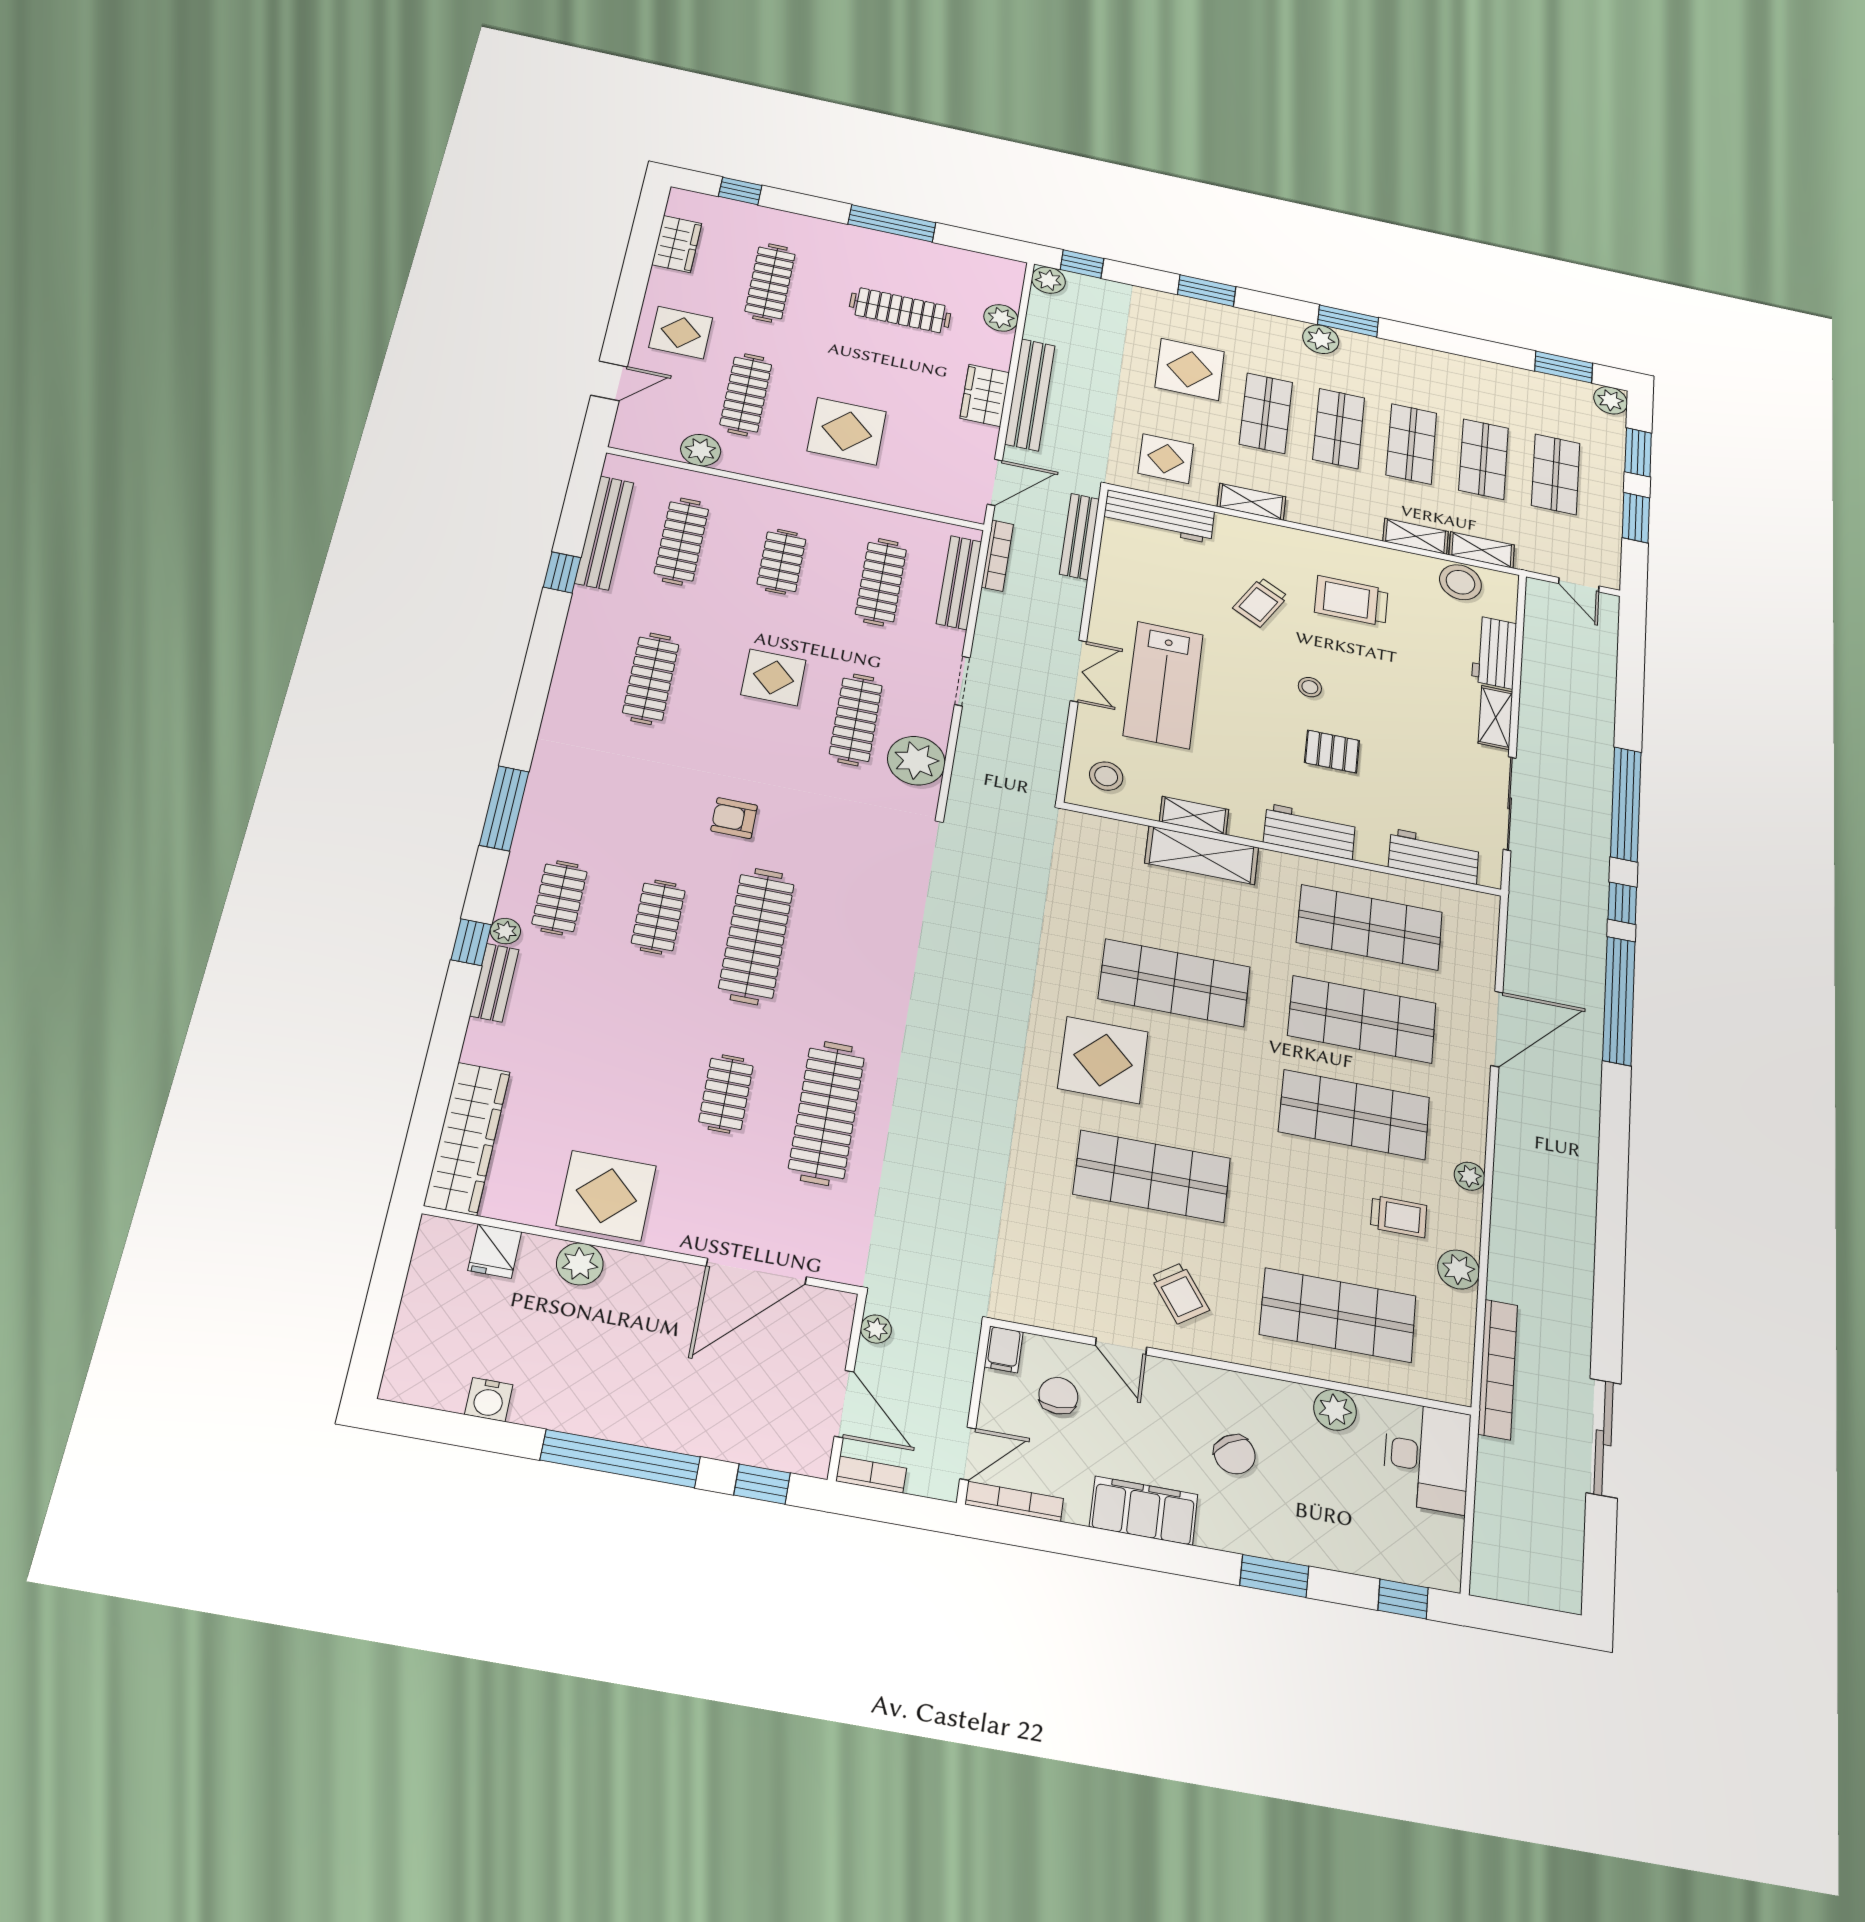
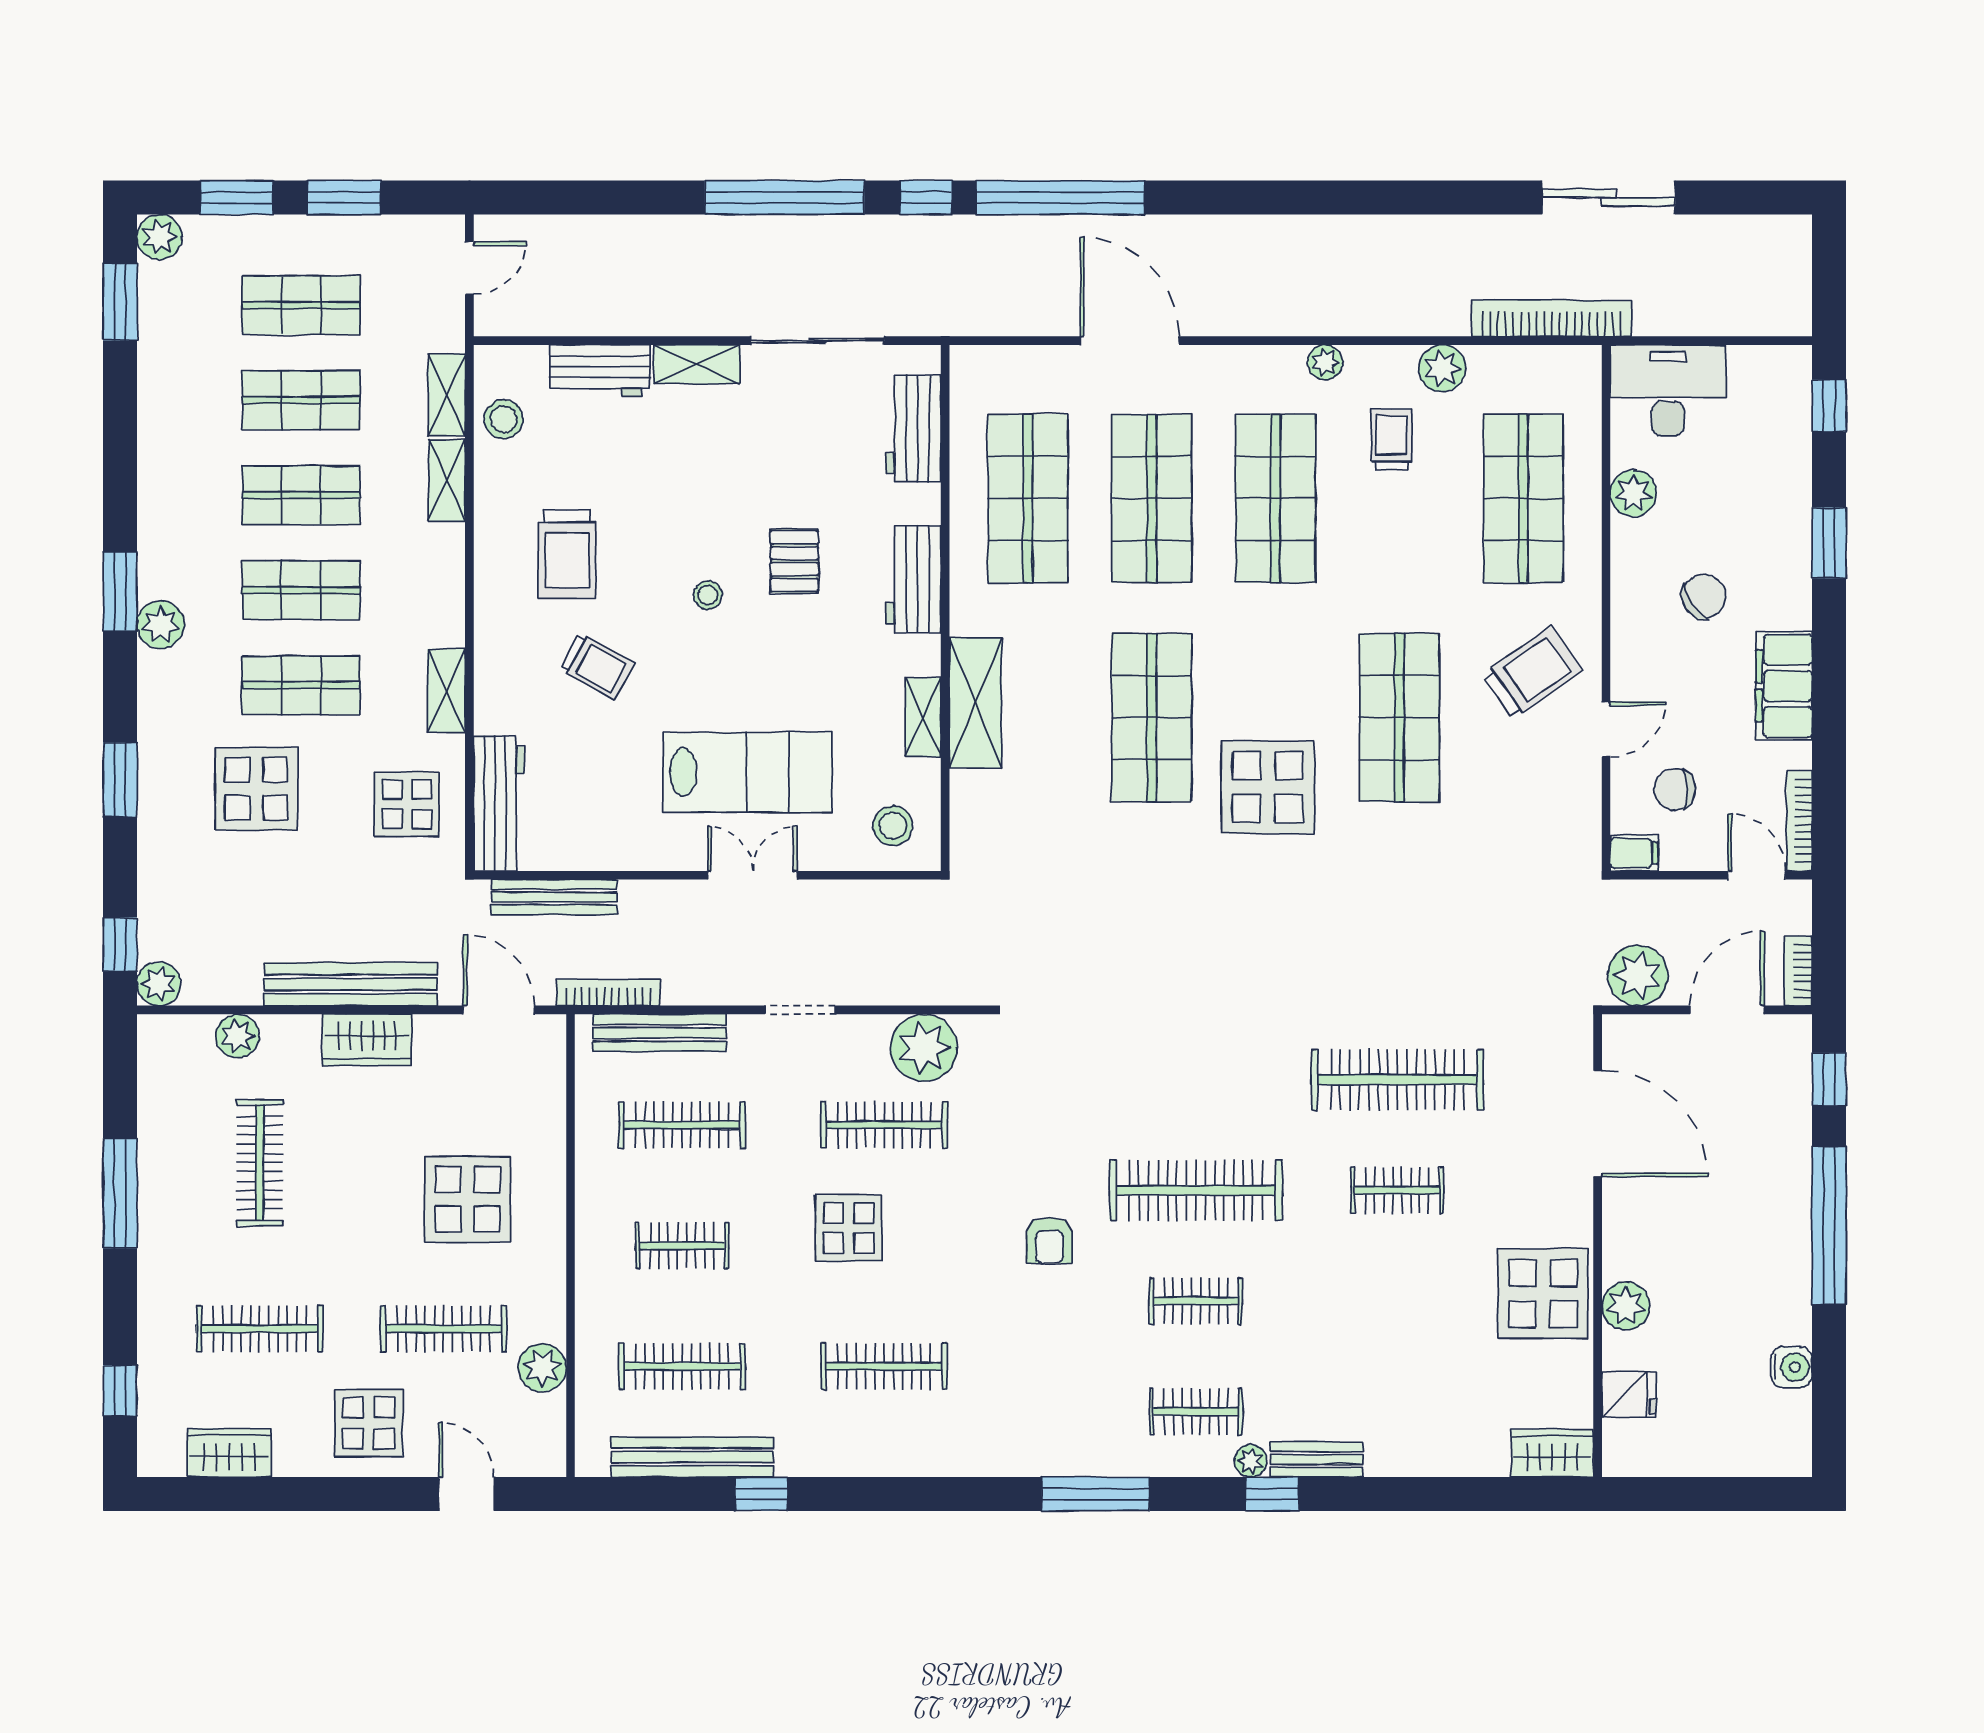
stool: (1460, 582) -> (504, 419), width x0.73, depth x0.73
wardrobe: (467, 1138) -> (1552, 1453), width x0.48, depth x0.85
trolley: (1180, 1293) -> (1532, 673), width x1.36, depth x1.39
plant: (876, 1329) -> (1638, 975), width x1.88, depth x1.88

